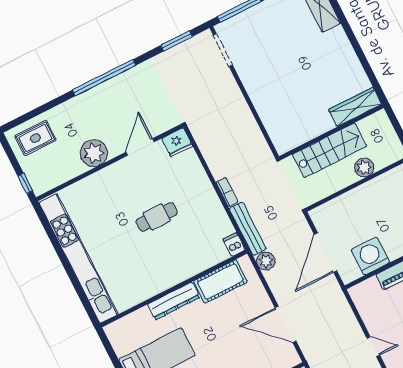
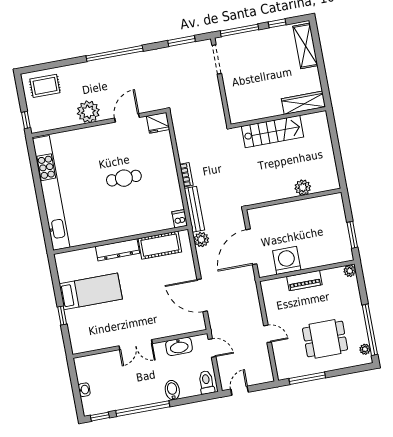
wardrobe: (355, 107) -> (303, 103), moved
wall: (331, 132) -> (278, 117), moved
stairs: (329, 150) -> (273, 132), moved

